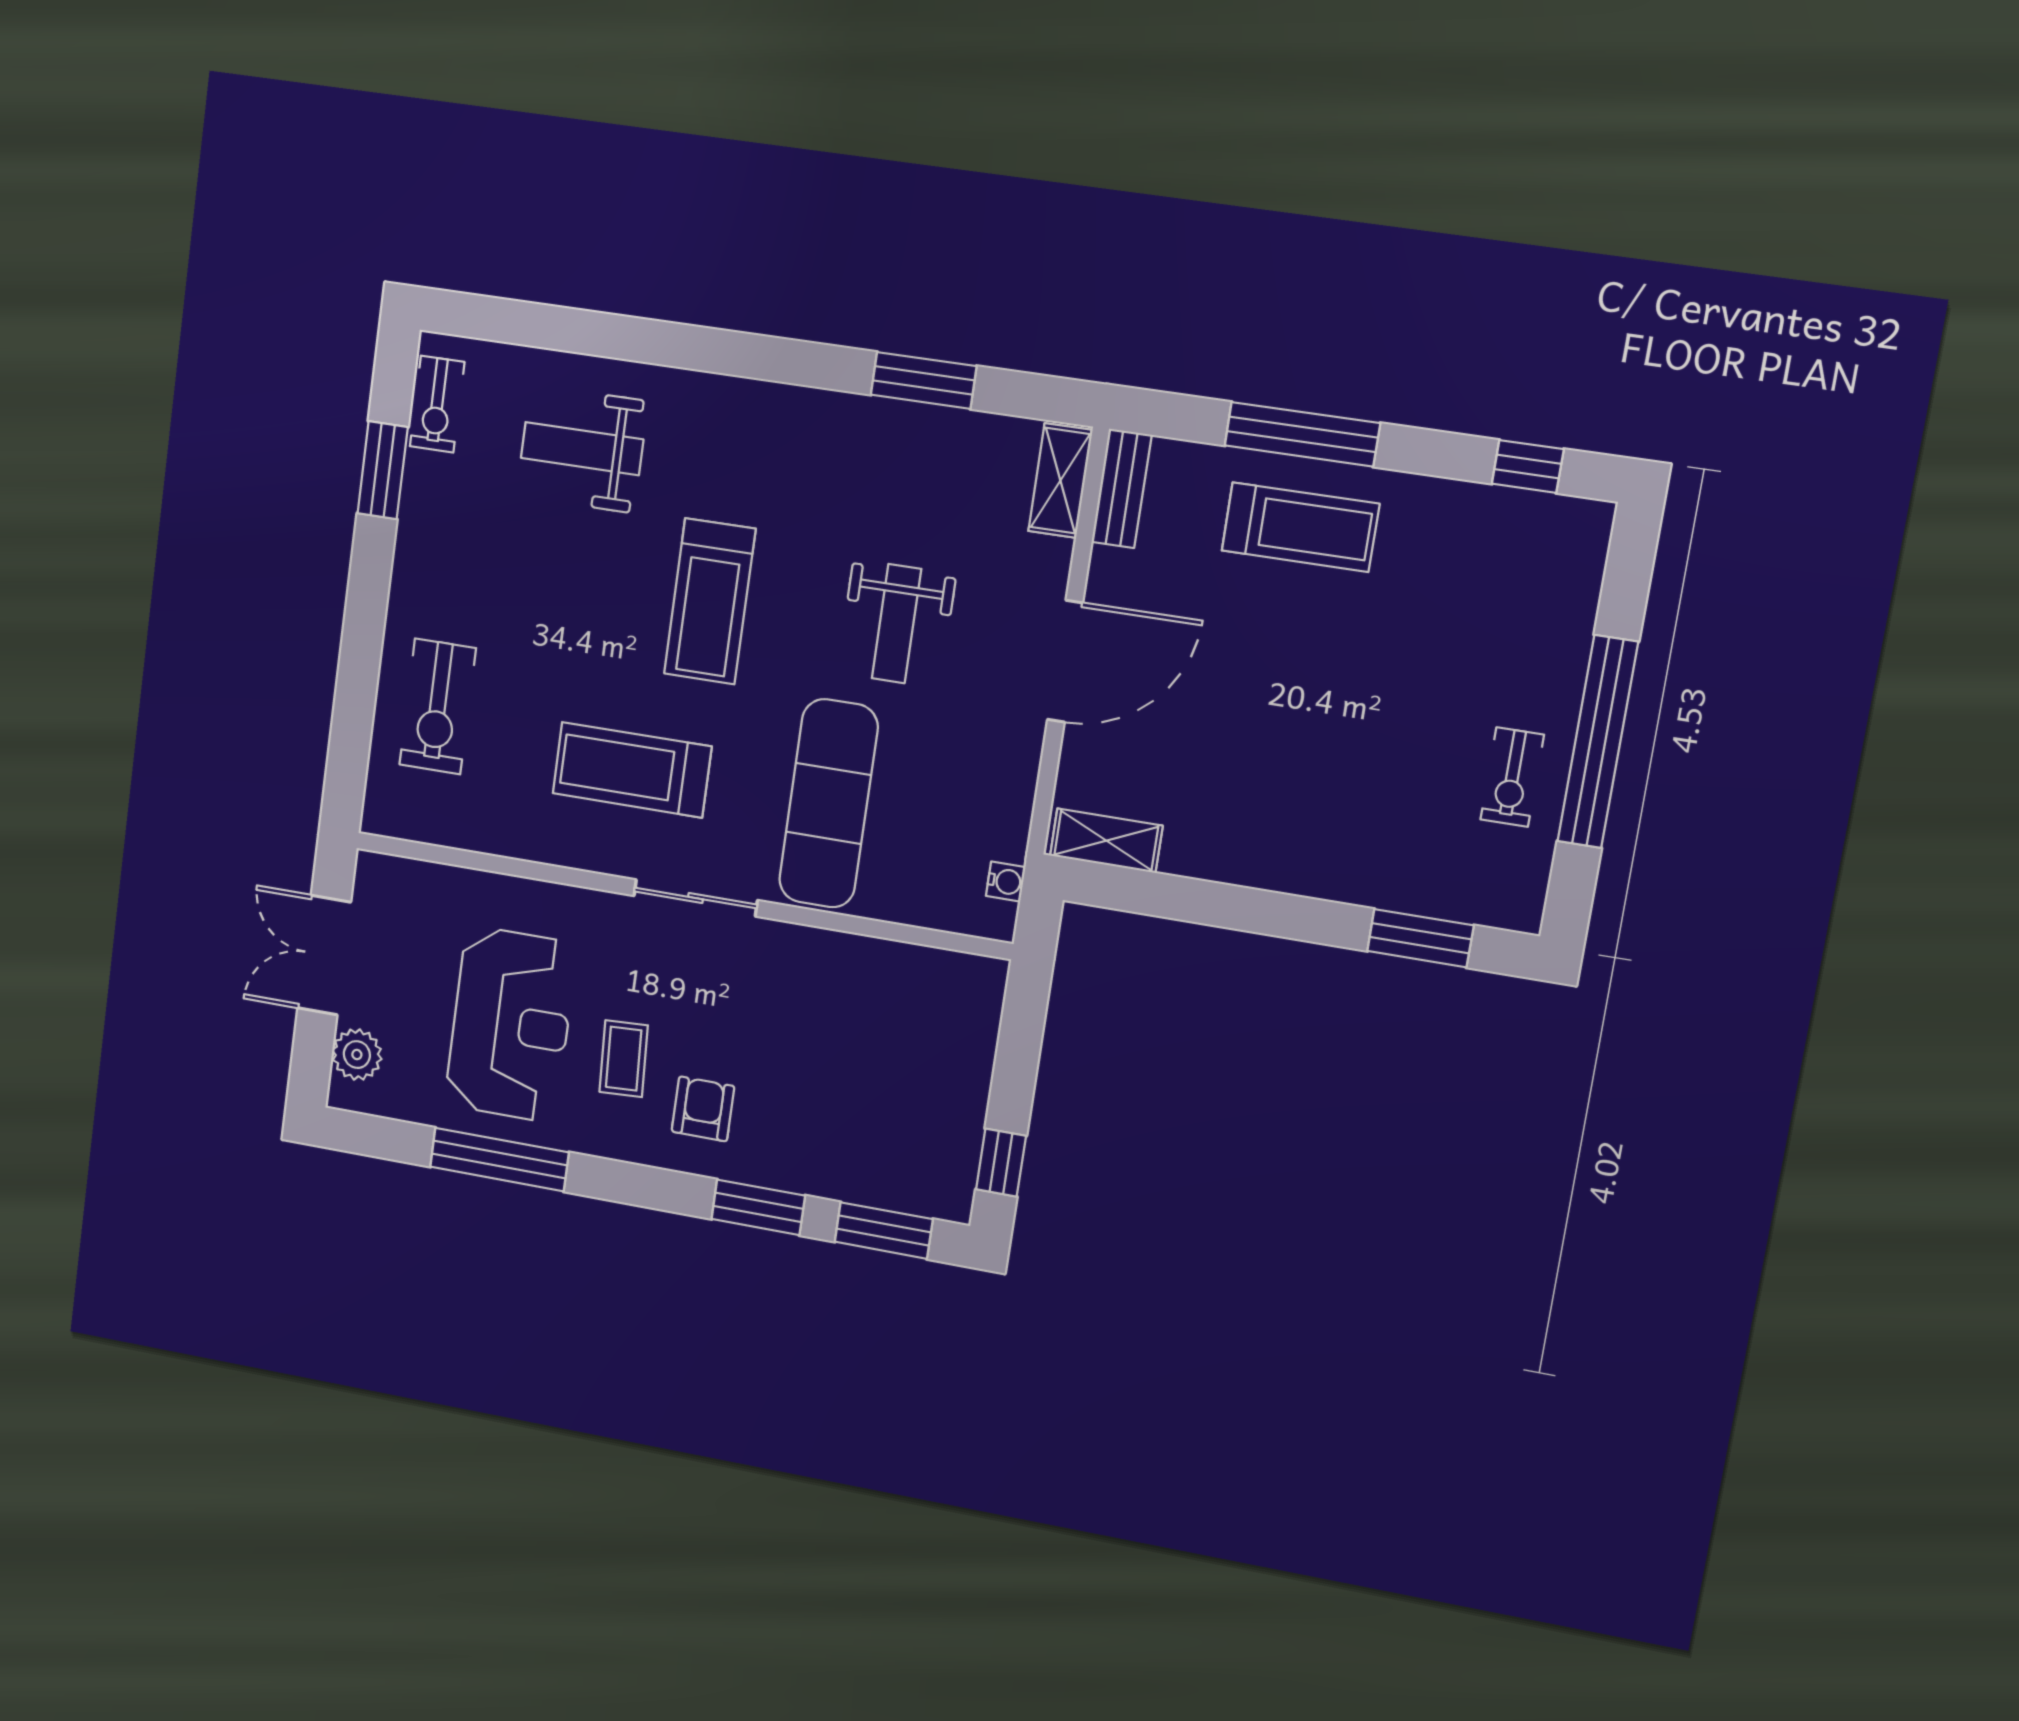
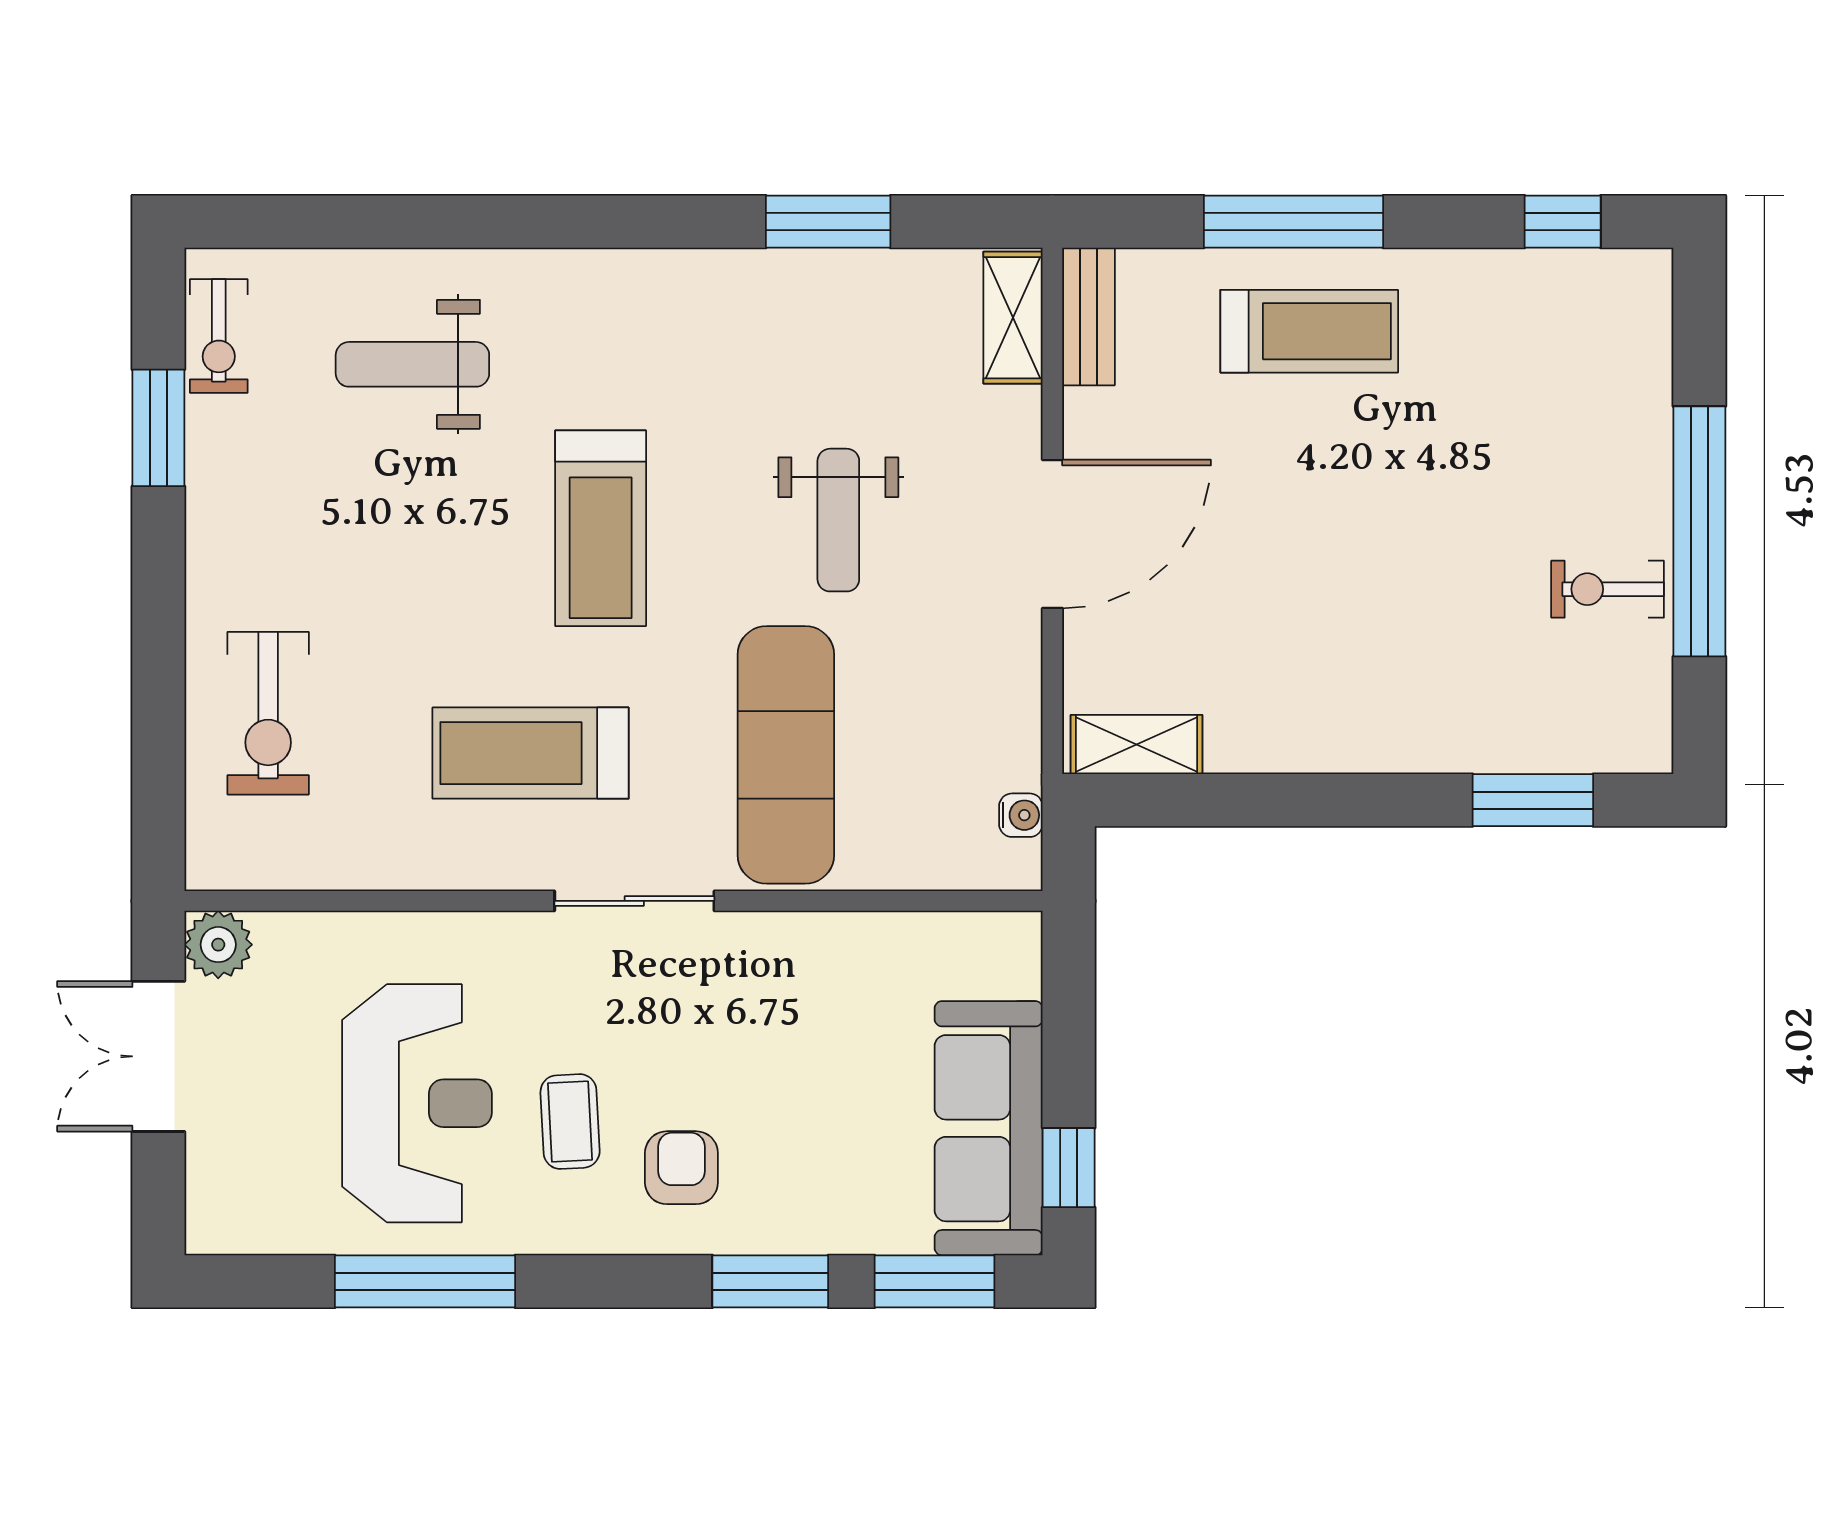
exercise bike: (1512, 777) -> (1608, 589), turned 90
plant: (357, 1055) -> (218, 945), moved
sofa: (943, 1121) -> (989, 1128), added

